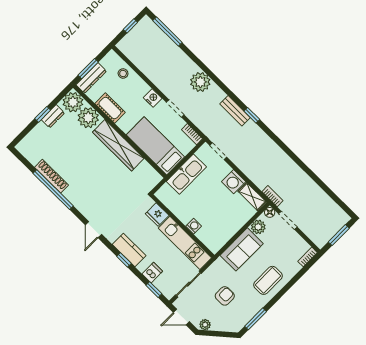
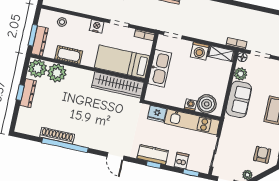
dresser: (53, 116) -> (28, 93), width x1.44
wardrobe: (118, 145) -> (118, 85), moved
boiler: (209, 235) -> (207, 104), added
armchair: (225, 296) -> (262, 155), moved

